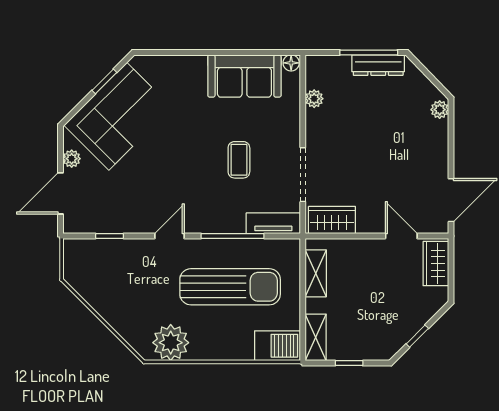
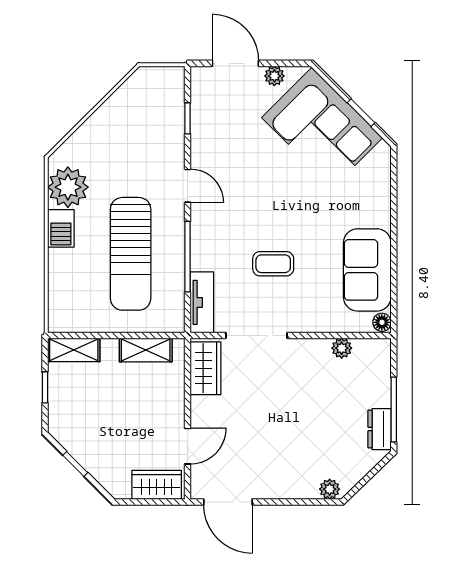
dresser: (378, 65) -> (379, 429), width x0.70
barbecue: (278, 346) -> (61, 228), moved, width x0.73, depth x0.79

